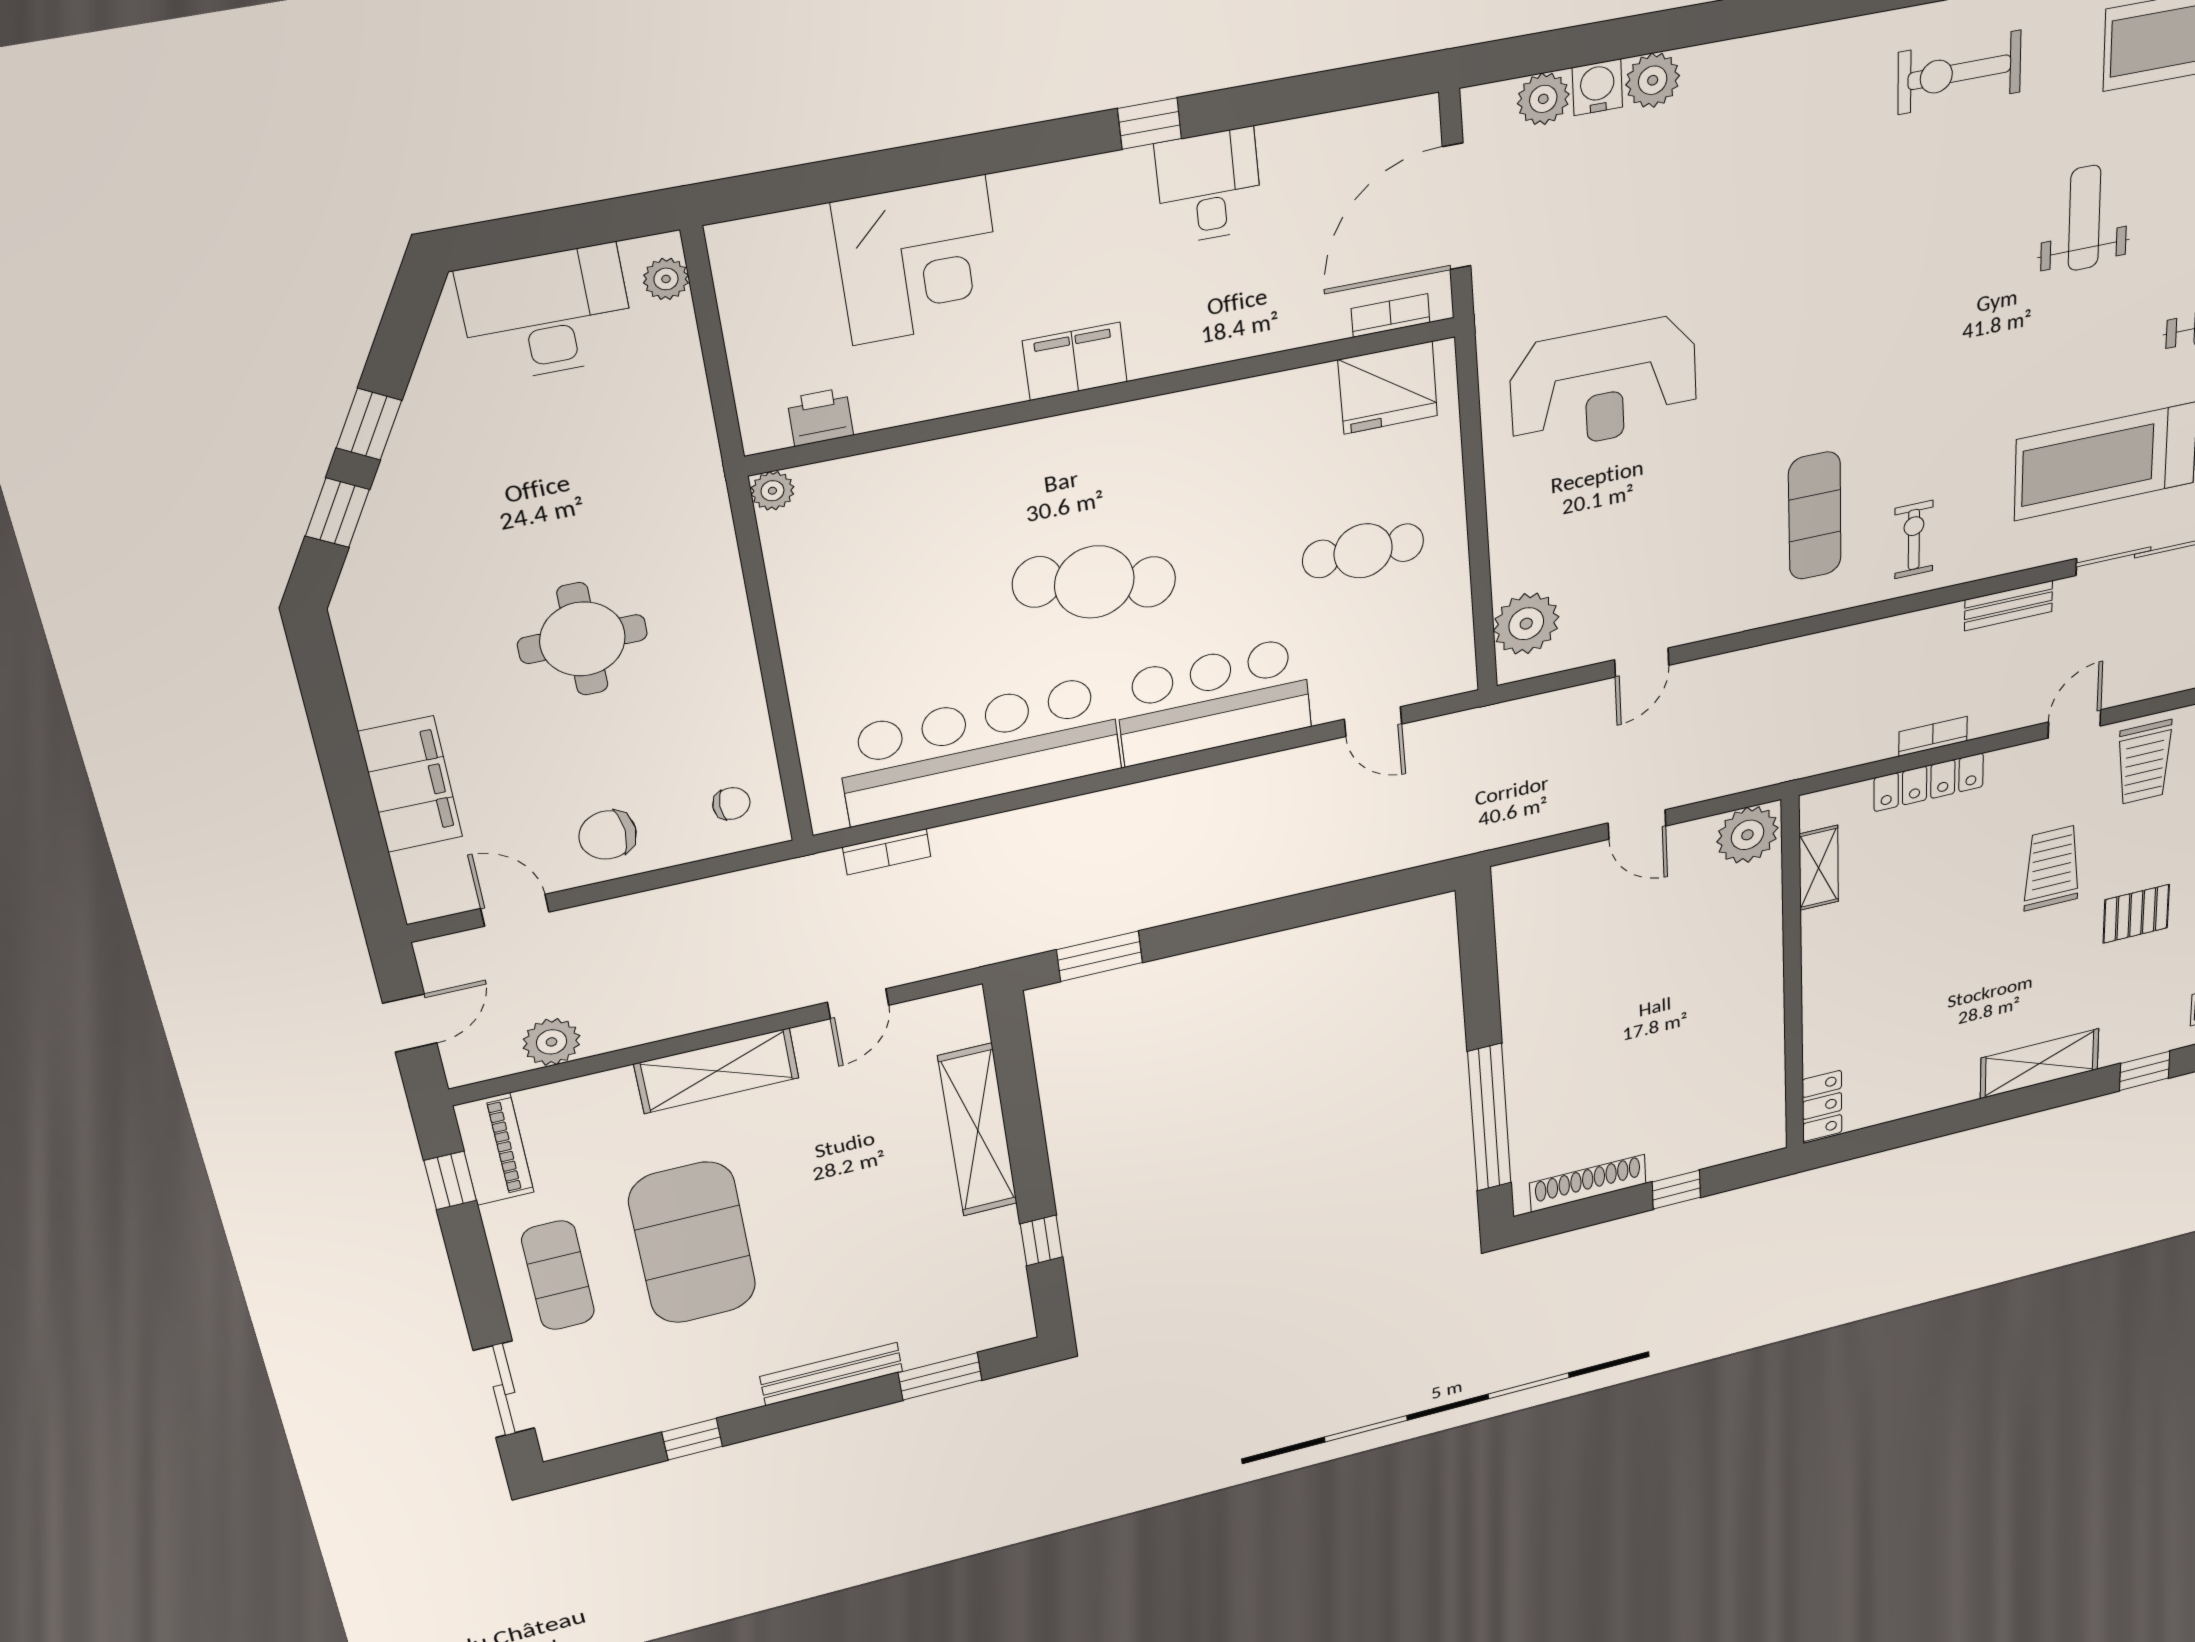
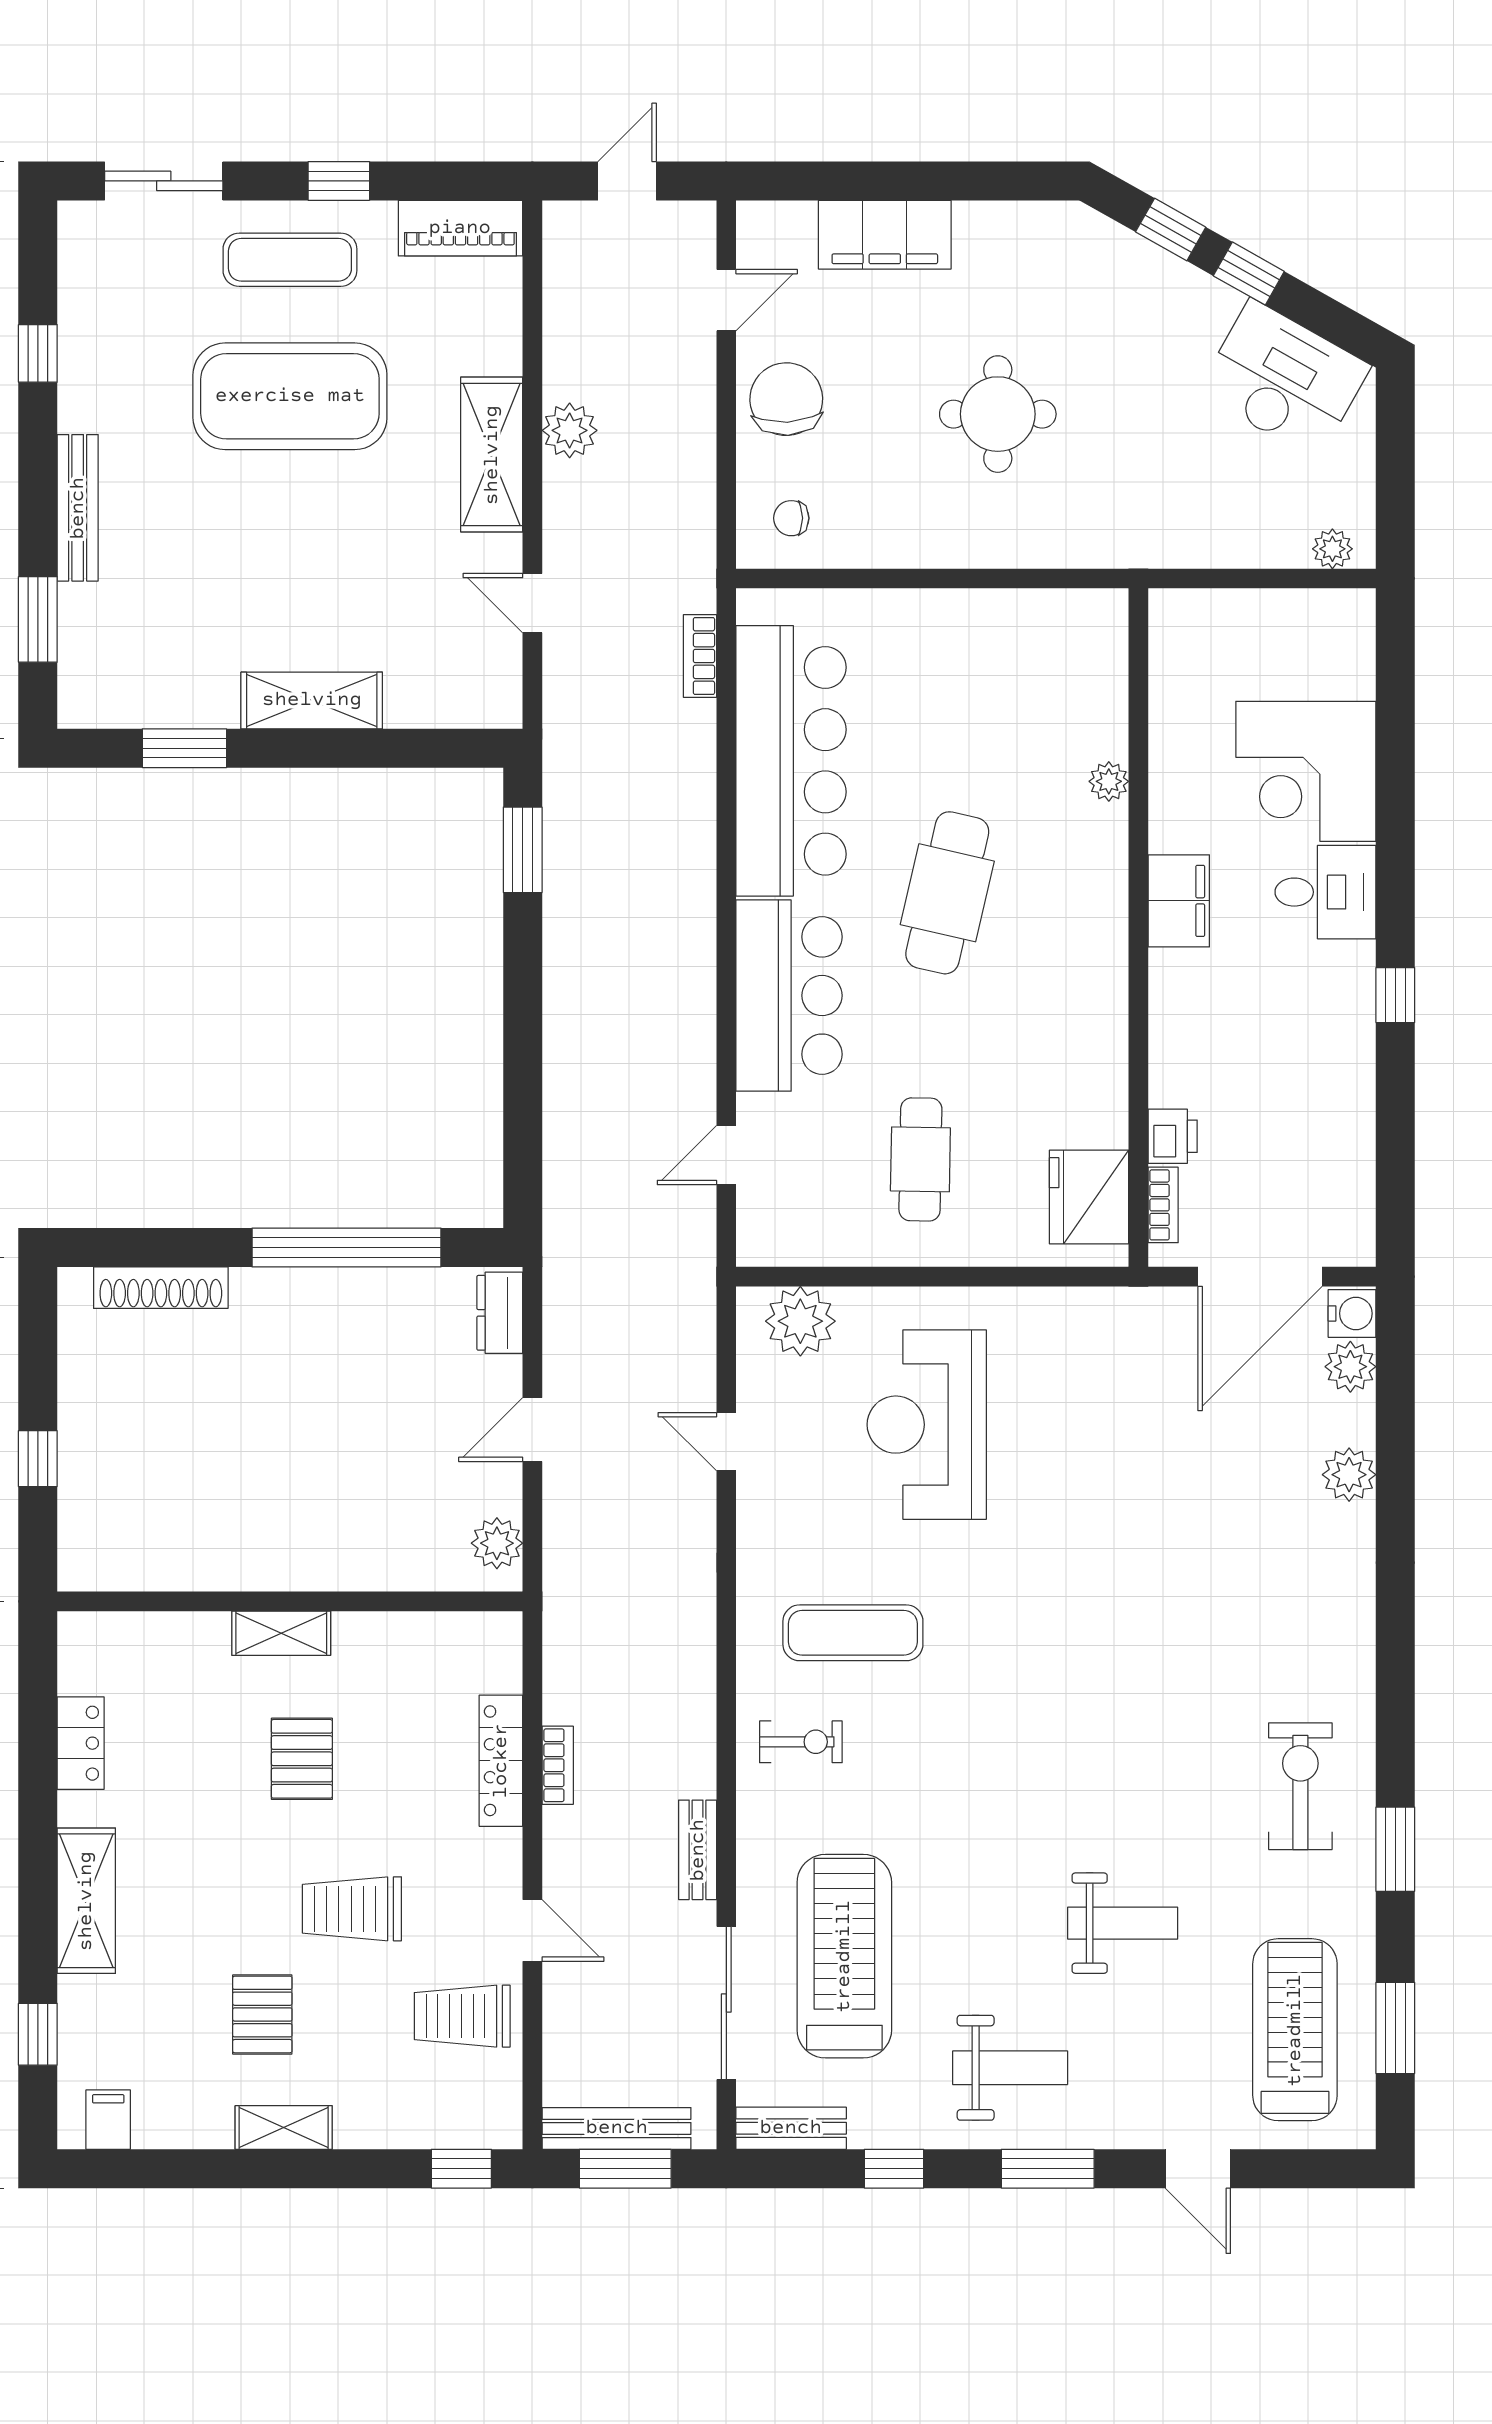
water cooler: (1597, 87) -> (1352, 1313), moved
desk: (1209, 186) -> (1325, 892), moved
door: (1457, 207) -> (1260, 1277), swing flipped
desk: (547, 314) -> (1284, 379), moved, turned -61
reception desk: (1604, 385) -> (927, 1425), moved
printer: (820, 417) -> (1173, 1136), moved
plant: (772, 491) -> (1109, 781), moved
chair: (731, 804) -> (791, 518), turned 90
chair: (608, 835) -> (786, 399), width x1.37, depth x1.37
plant: (1747, 835) -> (497, 1543), width x0.73, depth x0.73
shelving: (1819, 868) -> (281, 1633), moved
trolley: (2052, 868) -> (352, 1909), turned 180
dresser: (1533, 875) -> (500, 1313), added
pallet: (1926, 936) -> (302, 1759), added
door: (410, 1023) -> (627, 181), swing flipped
plant: (552, 1042) -> (570, 430), moved
locker: (1822, 1106) -> (81, 1743), moved, turned -90
window: (1489, 1118) -> (346, 1248), moved
shelving: (978, 1130) -> (312, 700), width x0.68
window: (450, 1180) -> (339, 181), moved
shoe rack: (1588, 1183) -> (161, 1288), moved, turned 90
window: (1041, 1240) -> (184, 748), width x1.50

